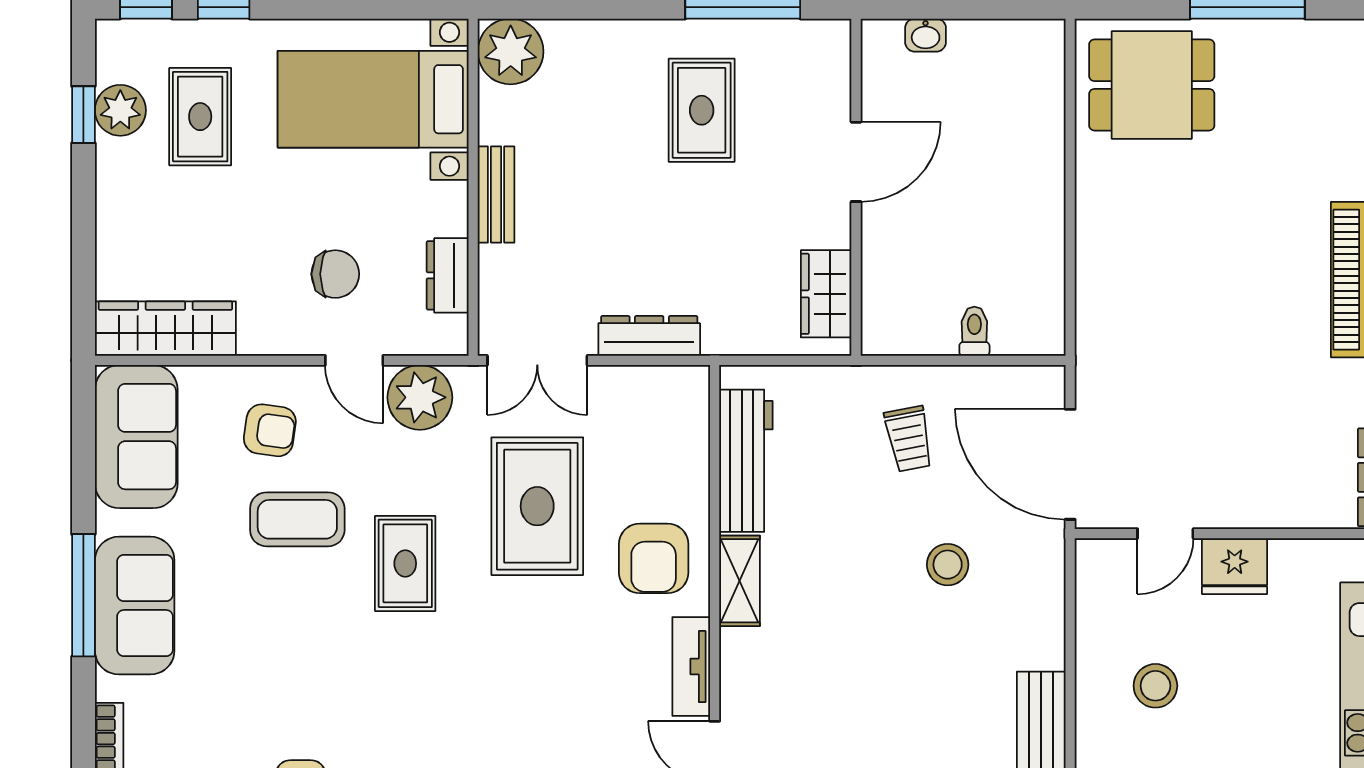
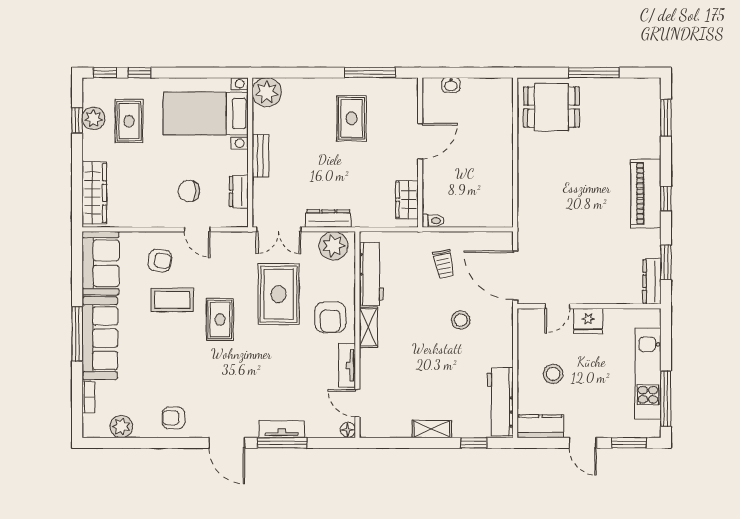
chair: (335, 274) -> (189, 191), turned 180
wardrobe: (165, 329) -> (94, 193), moved, turned 90
toilet: (974, 331) -> (433, 221), moved, turned 90
plant: (420, 397) -> (333, 246), moved
sofa: (135, 606) -> (100, 338), width x1.36

